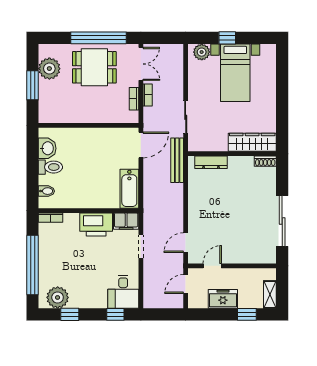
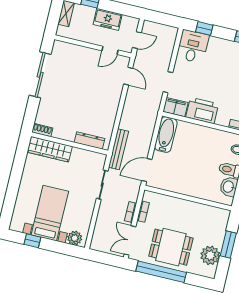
window: (227, 38) -> (32, 241), moved
door: (186, 243) -> (128, 76), hinge flipped

